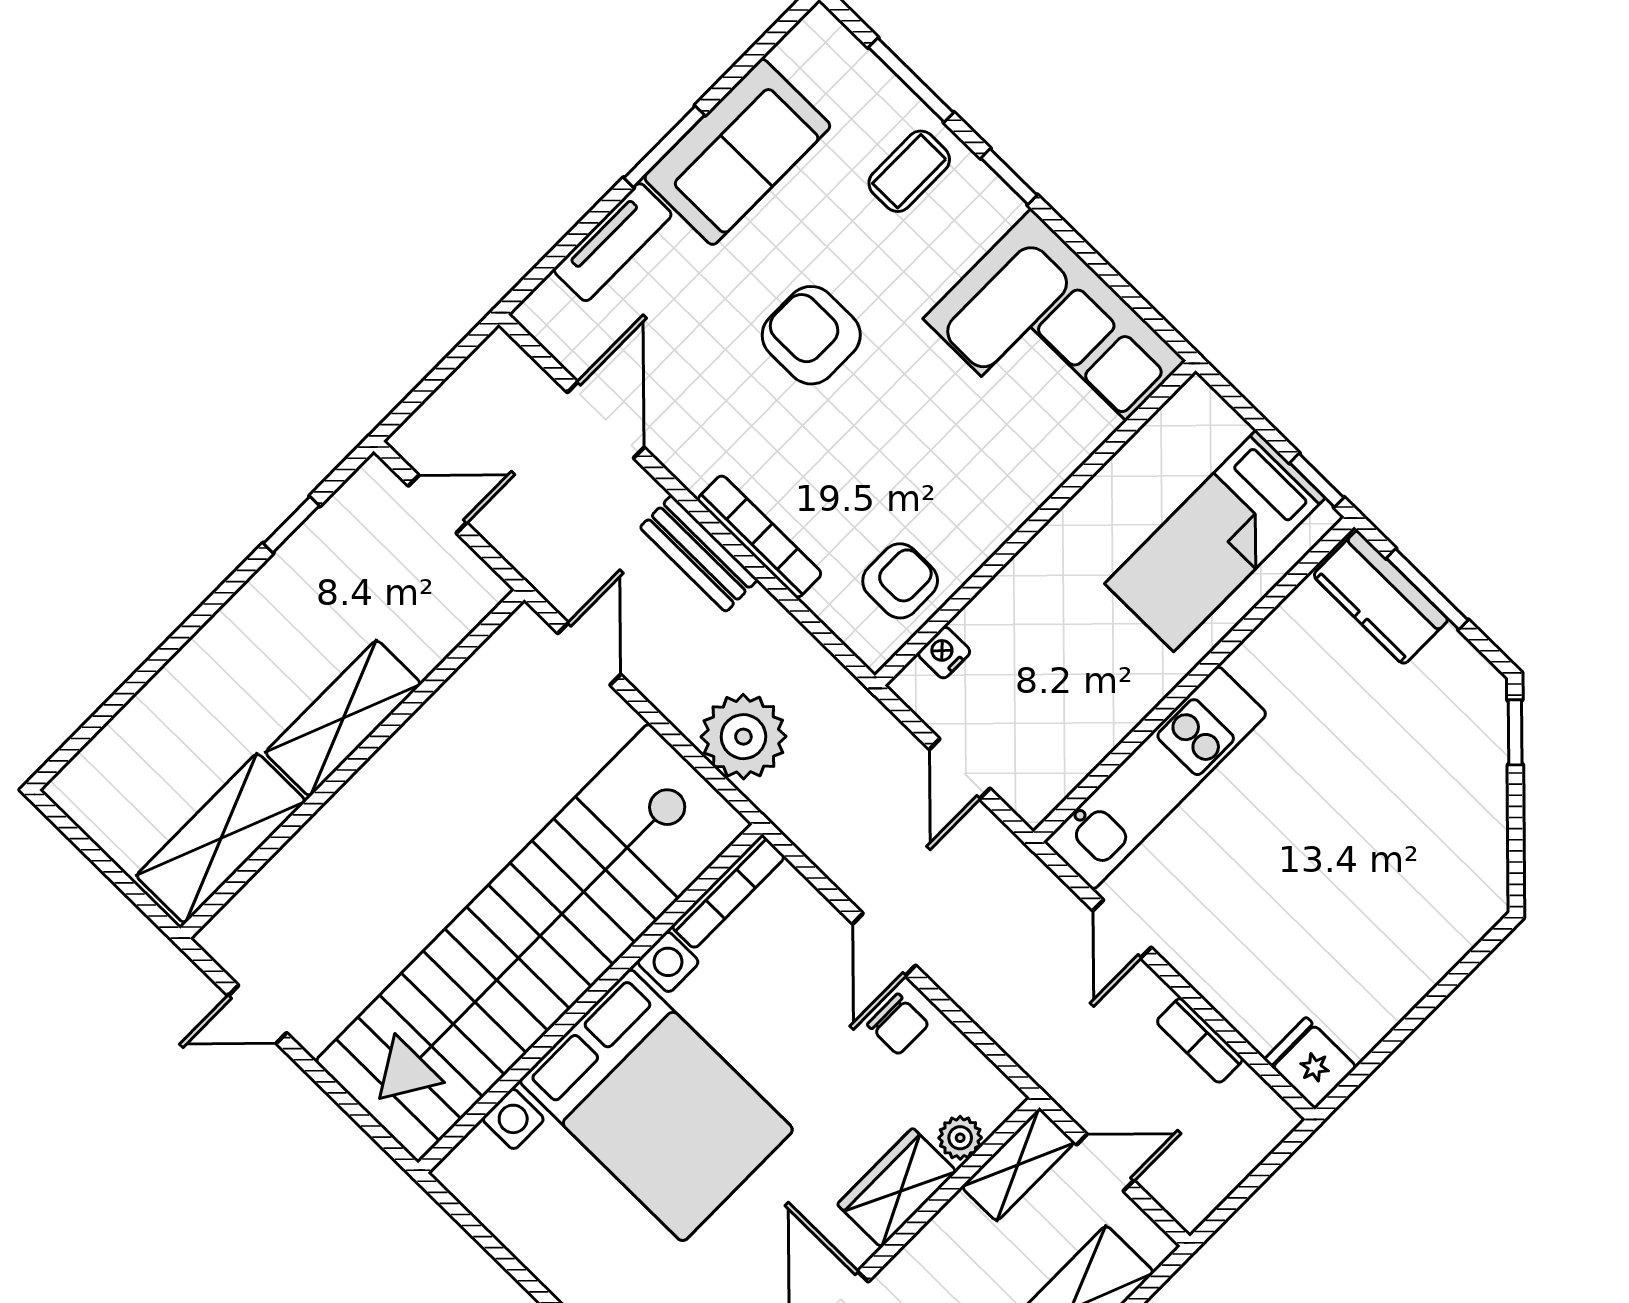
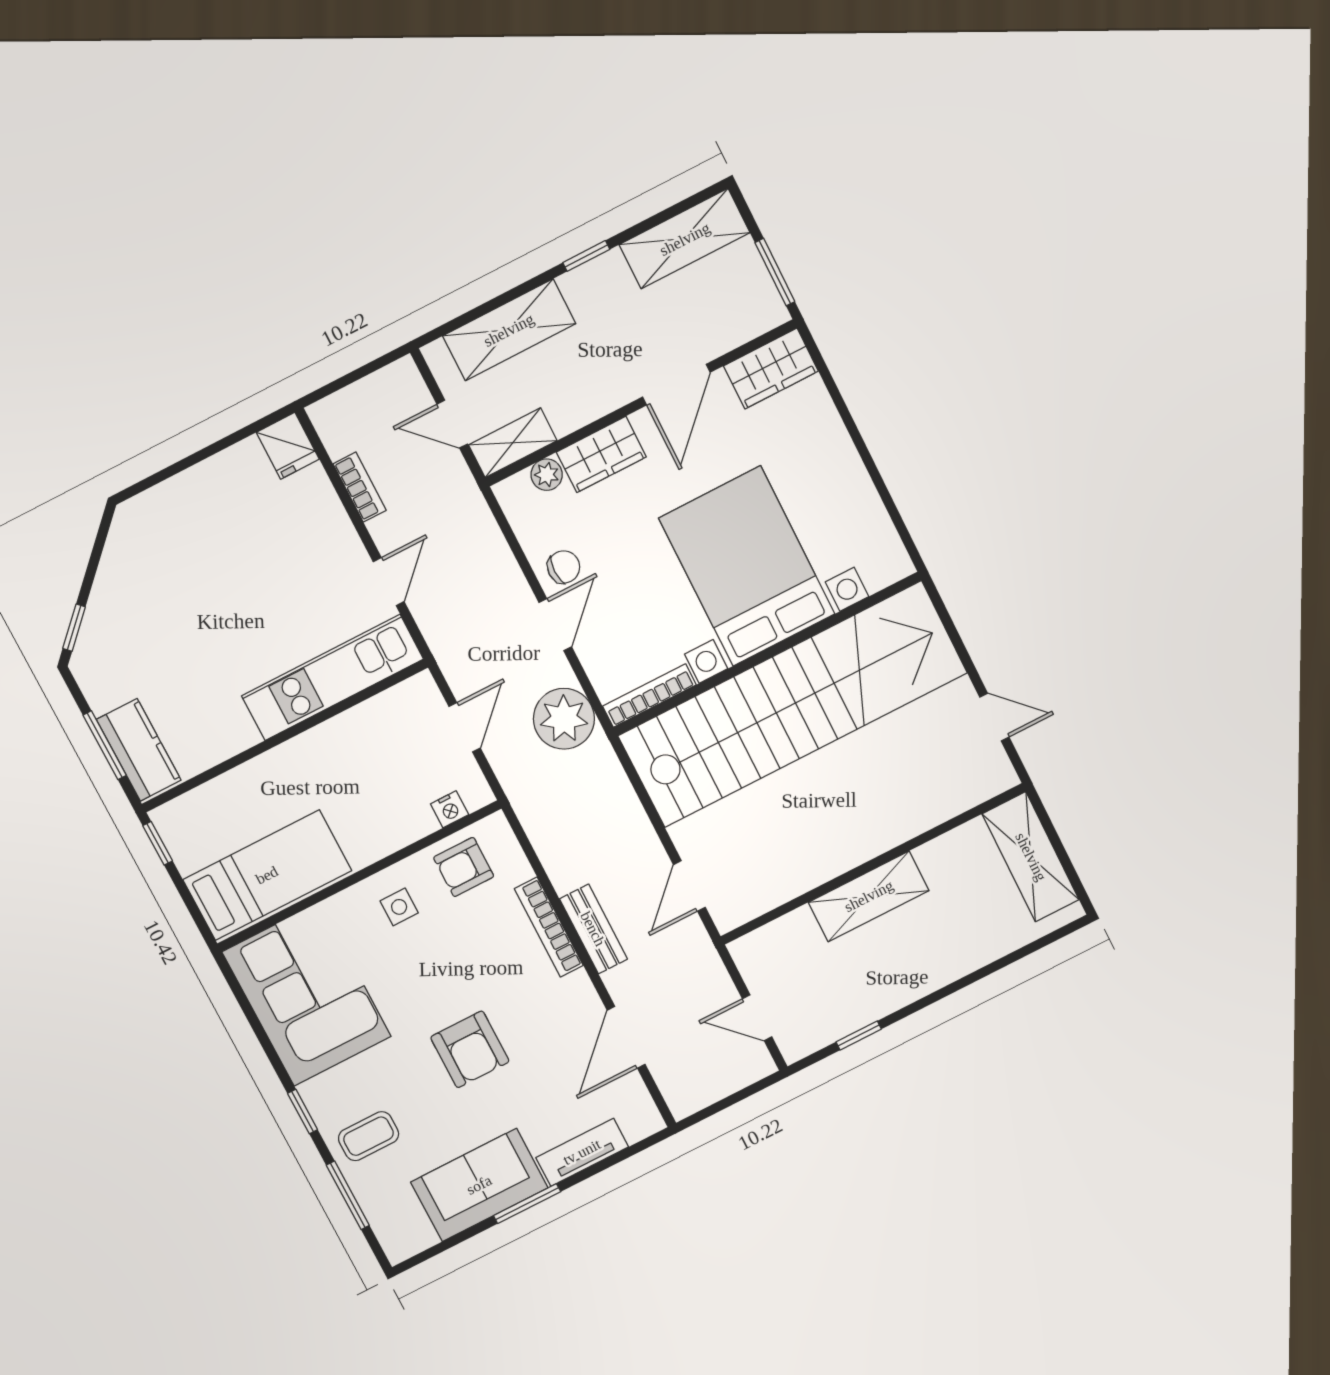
side table: (969, 499) -> (399, 907), added
bed: (1215, 541) -> (267, 875), moved
plant: (743, 737) -> (564, 719), moved
shelving: (221, 838) -> (1031, 857), moved, turned 90
chair: (898, 1024) -> (564, 567), turned 90

